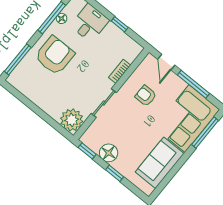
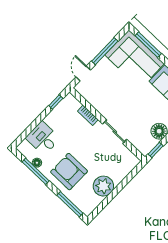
window: (120, 24) -> (56, 102), moved
door: (166, 62) -> (83, 73), swing flipped
armchair: (146, 96) -> (111, 94), removed
plant: (72, 120) -> (103, 186), moved

